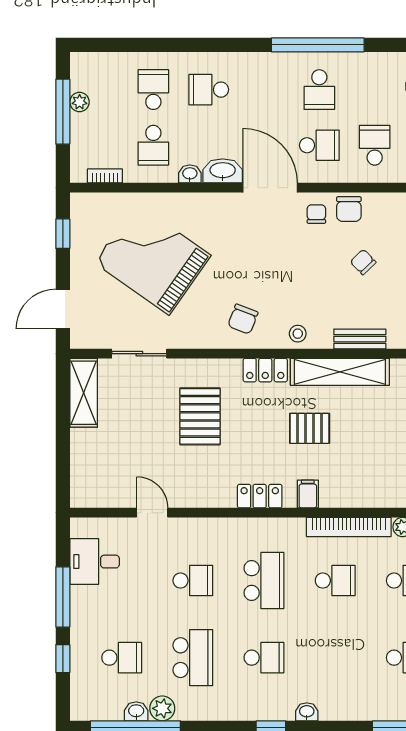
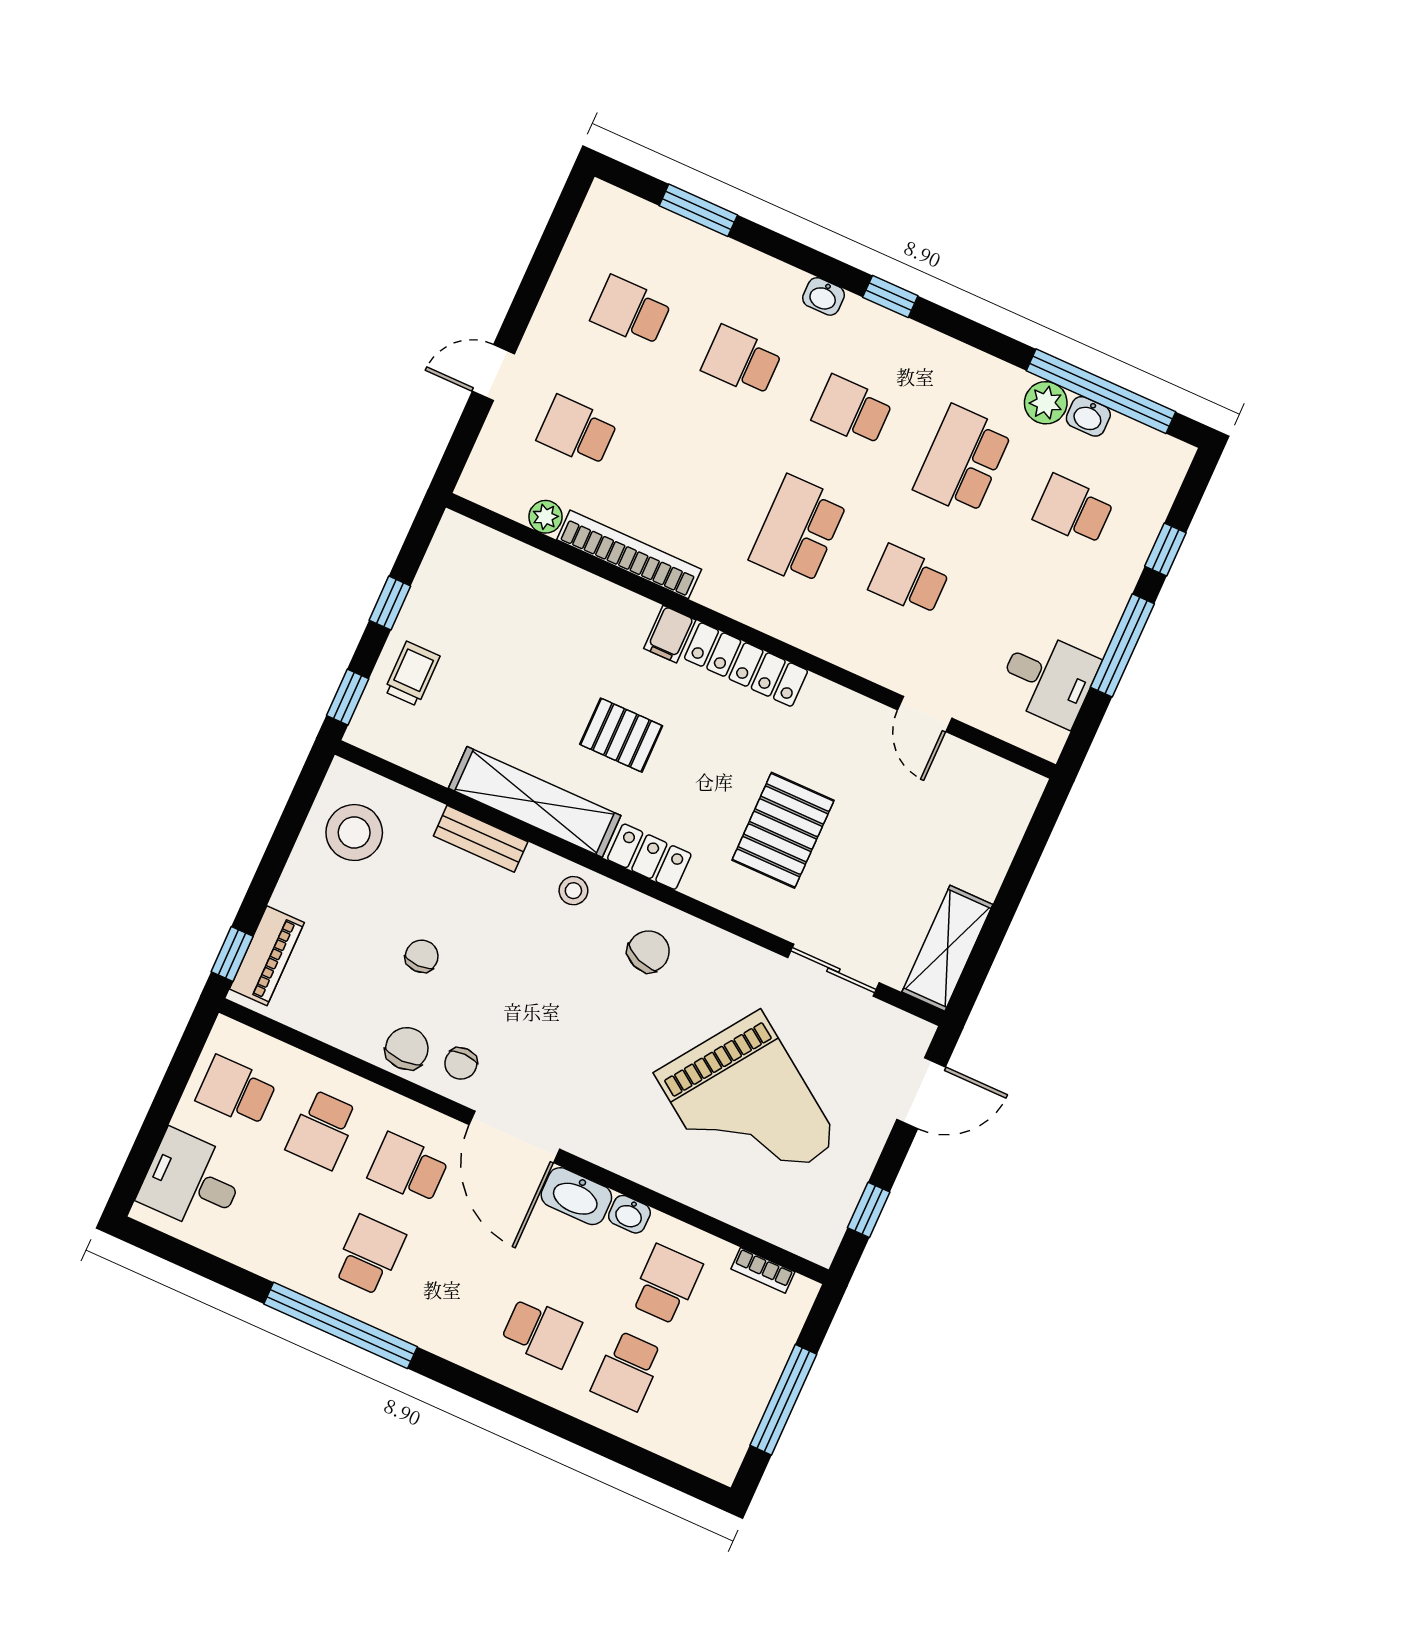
plant: (80, 102) -> (751, 1403), removed
chair: (363, 262) -> (422, 956), turned -136
locker: (260, 496) -> (746, 665), width x1.53
school desk: (335, 581) -> (742, 361), moved

